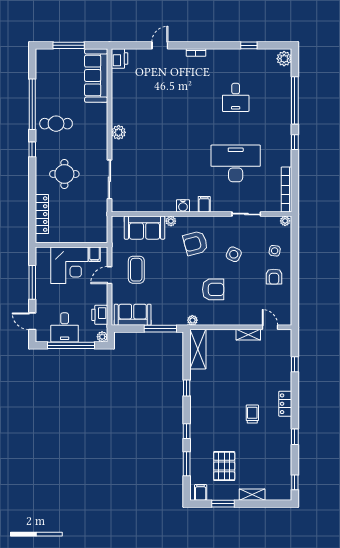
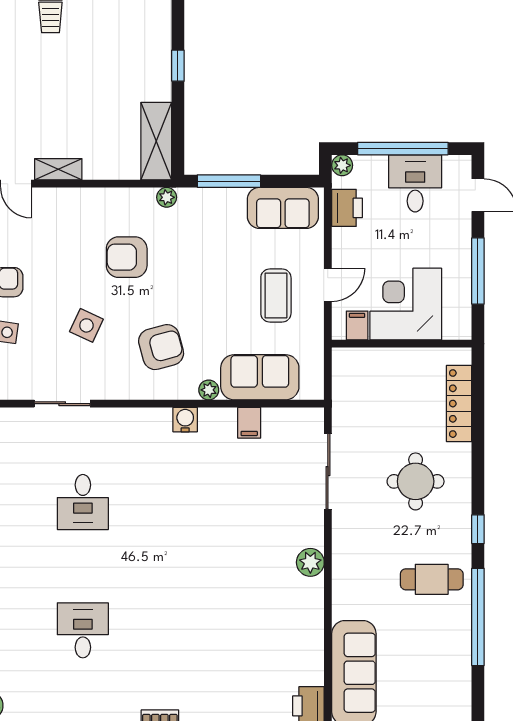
desk: (236, 163) -> (83, 502), width x0.53, depth x0.77
filing cabinet: (204, 204) -> (249, 423), moved

